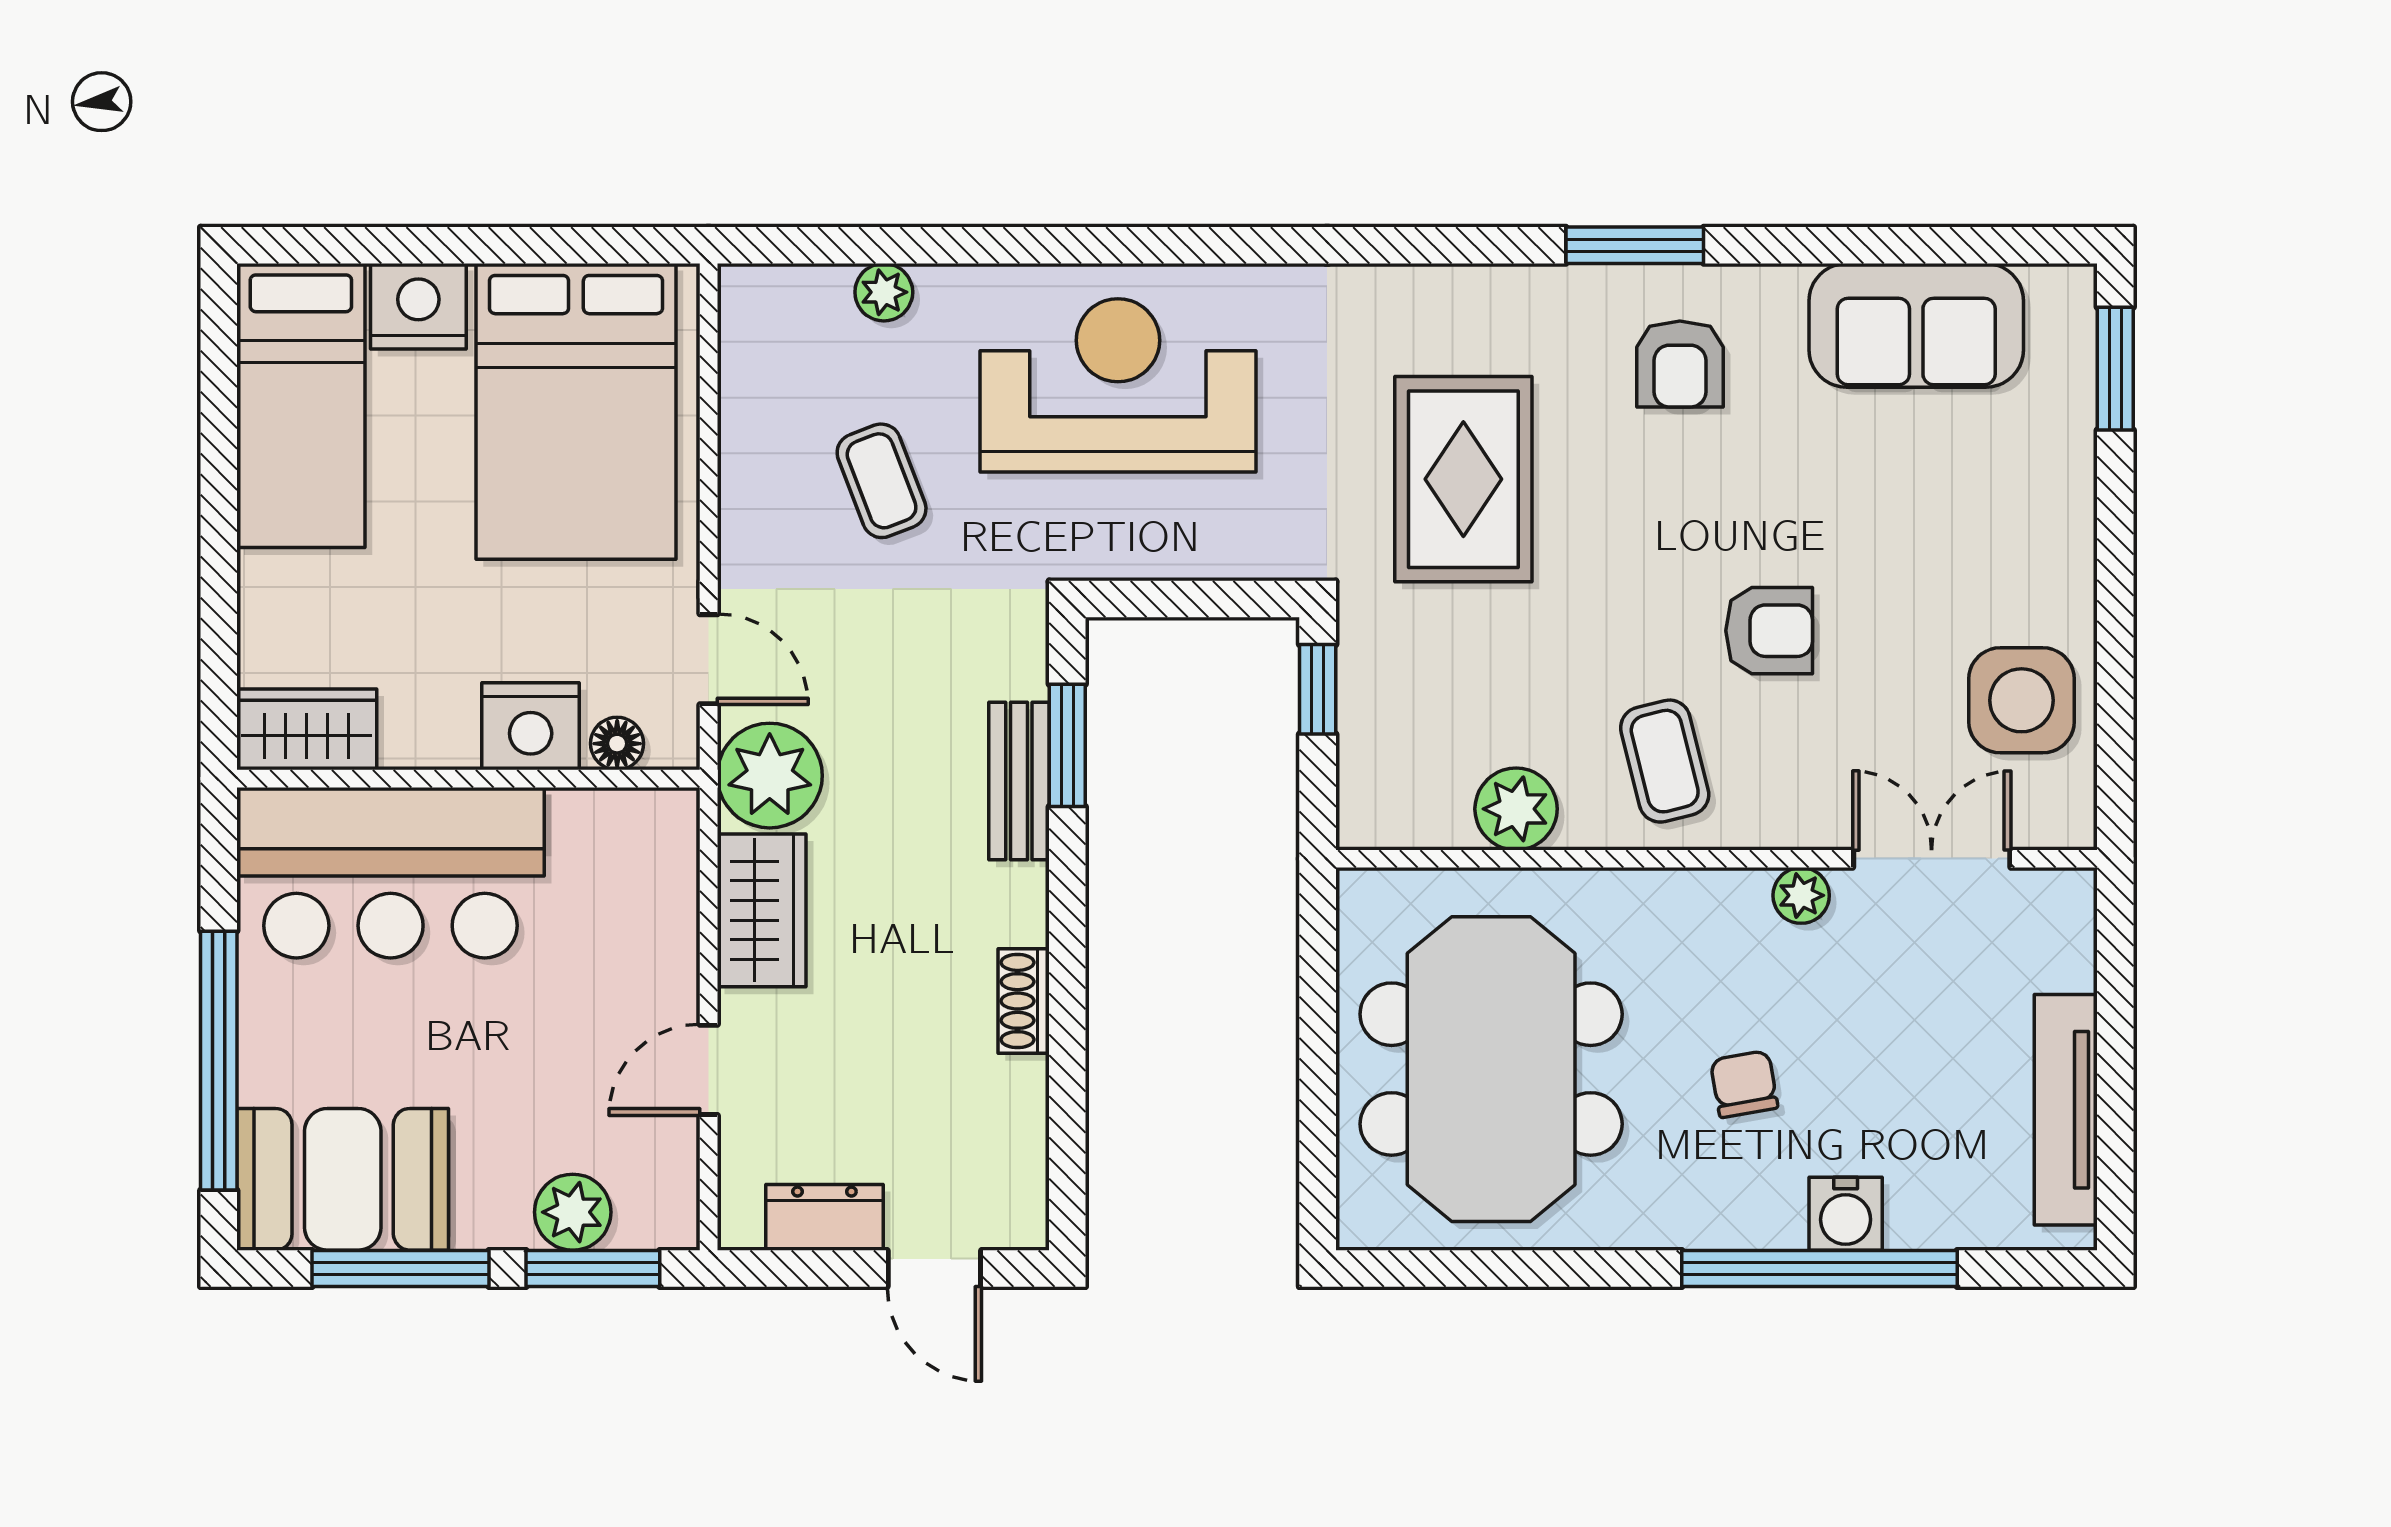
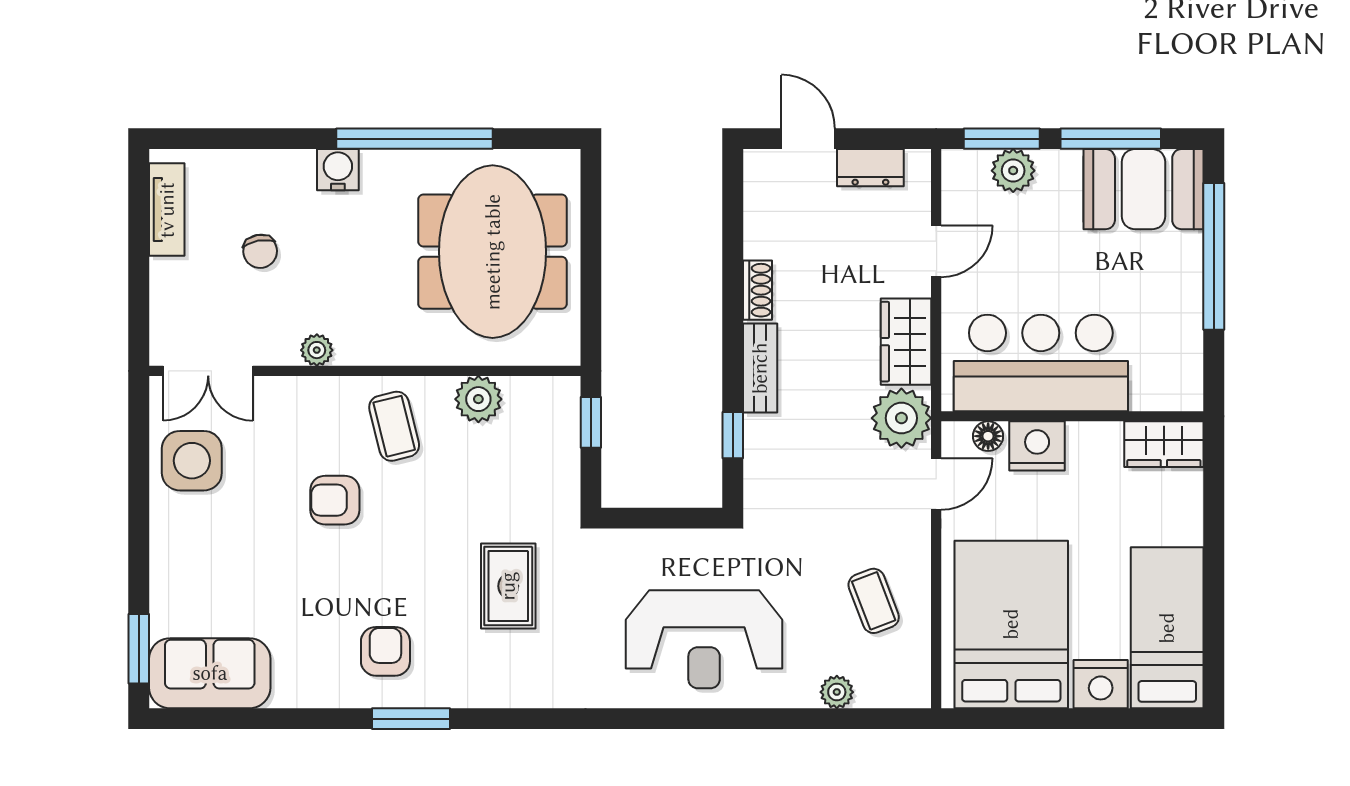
sofa: (1916, 325) -> (210, 673), moved
rug: (1463, 479) -> (508, 586), width x0.73, depth x0.70
coffee table: (882, 481) -> (874, 601), moved
door: (709, 659) -> (936, 484), swing flipped
window: (1318, 689) -> (591, 422), moved
window: (1067, 745) -> (733, 435), width x0.67
bench: (1019, 781) -> (760, 368), moved
double door: (1932, 859) -> (208, 371), moved
bar counter: (391, 873) -> (1041, 363), moved
chair: (1744, 1084) -> (260, 251), moved
tv unit: (2066, 1110) -> (167, 210), width x0.71
water cooler: (1846, 1214) -> (338, 170), moved
window: (1819, 1268) -> (415, 139), moved

